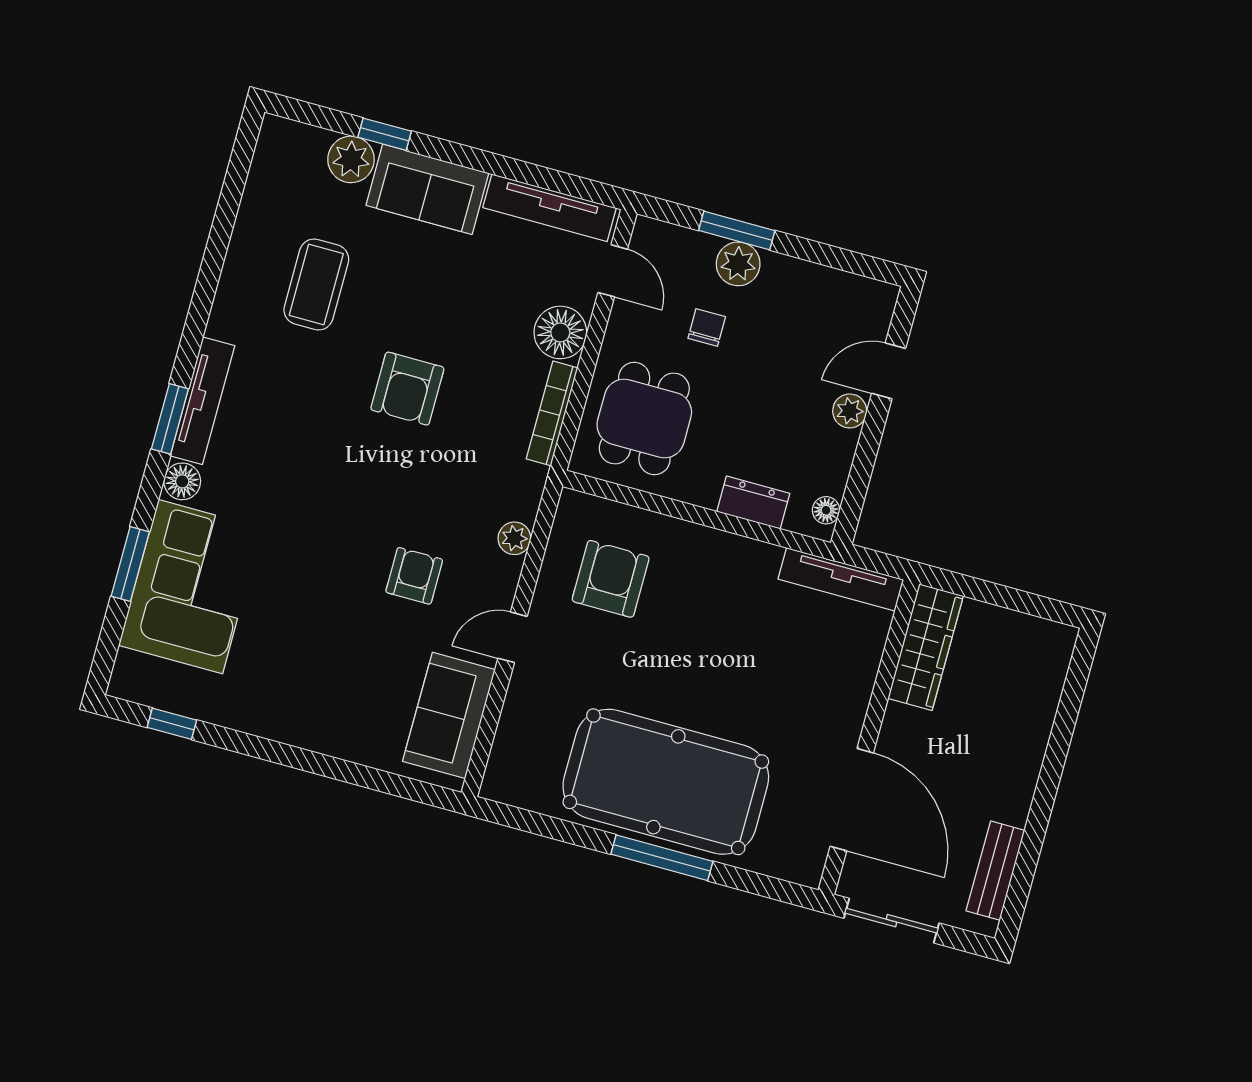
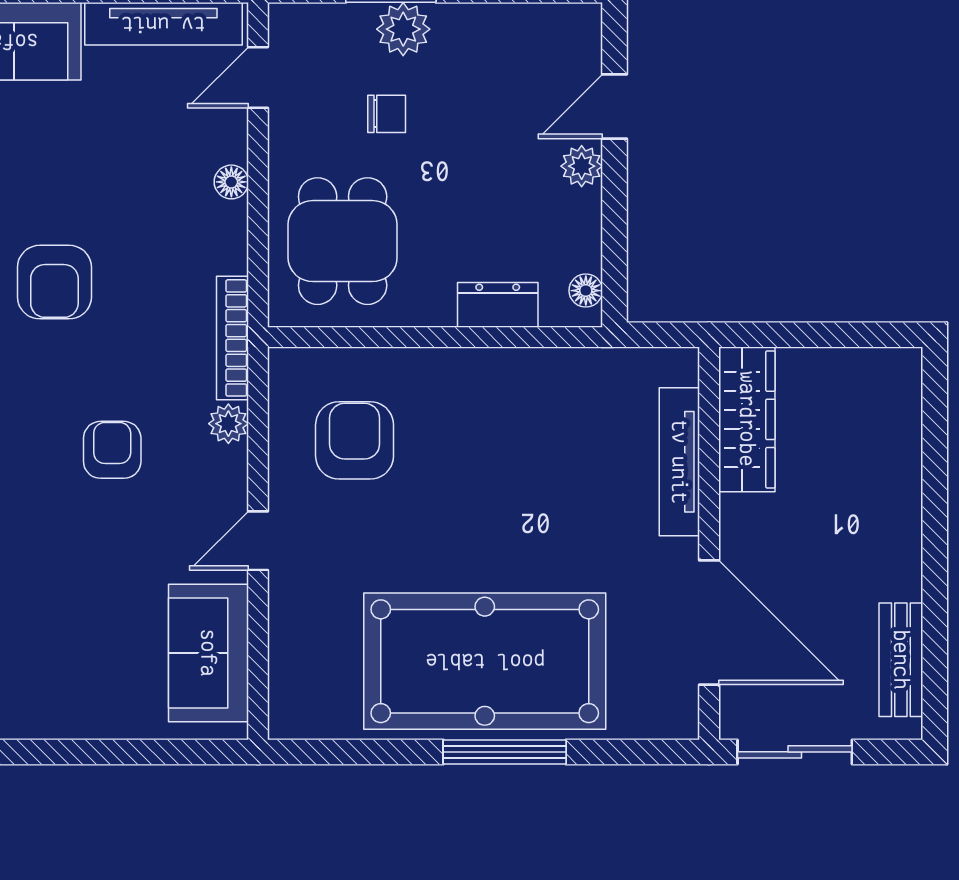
door: (613, 271) -> (258, 78), swing flipped
chair: (707, 327) -> (387, 114), turned 90
floor lamp: (560, 332) -> (231, 182), width x0.53, depth x0.53
bookcase: (552, 413) -> (232, 338), moved
armchair: (414, 576) -> (112, 450), moved
tv unit: (841, 579) -> (679, 462), moved, turned 90

